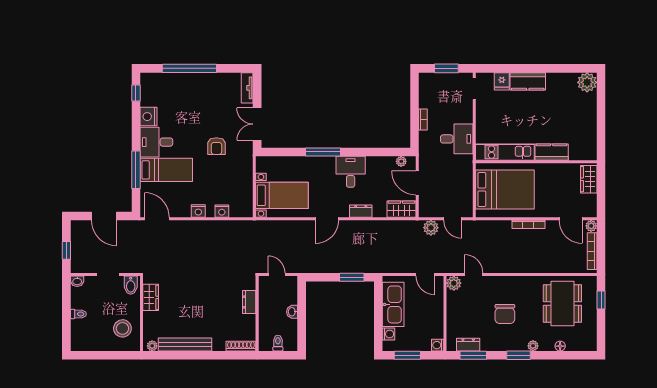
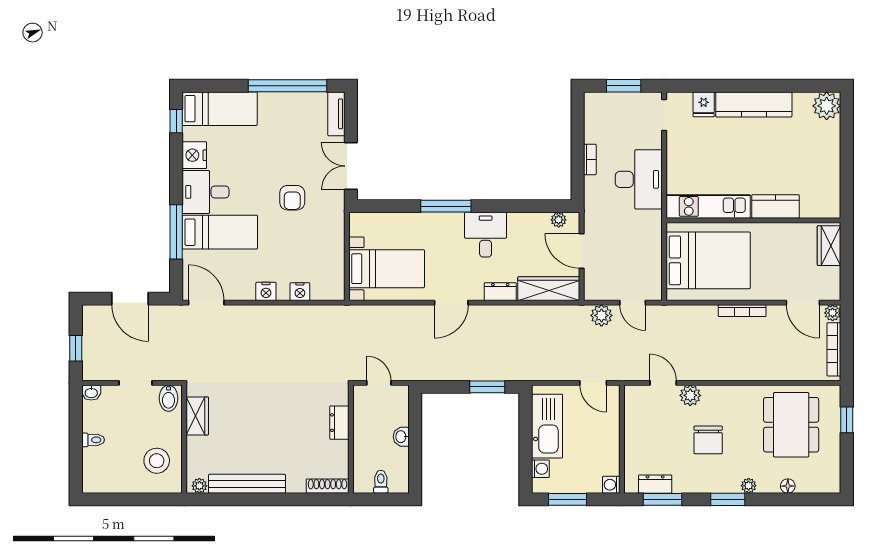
window: (189, 68) -> (287, 86), moved
kitchen counter: (528, 81) -> (754, 104), width x1.50
bed: (166, 84) -> (220, 109), added
desk: (457, 139) -> (639, 179), width x1.37
wardrobe: (402, 209) -> (549, 289), width x1.50
plant: (454, 283) -> (690, 395), moved

